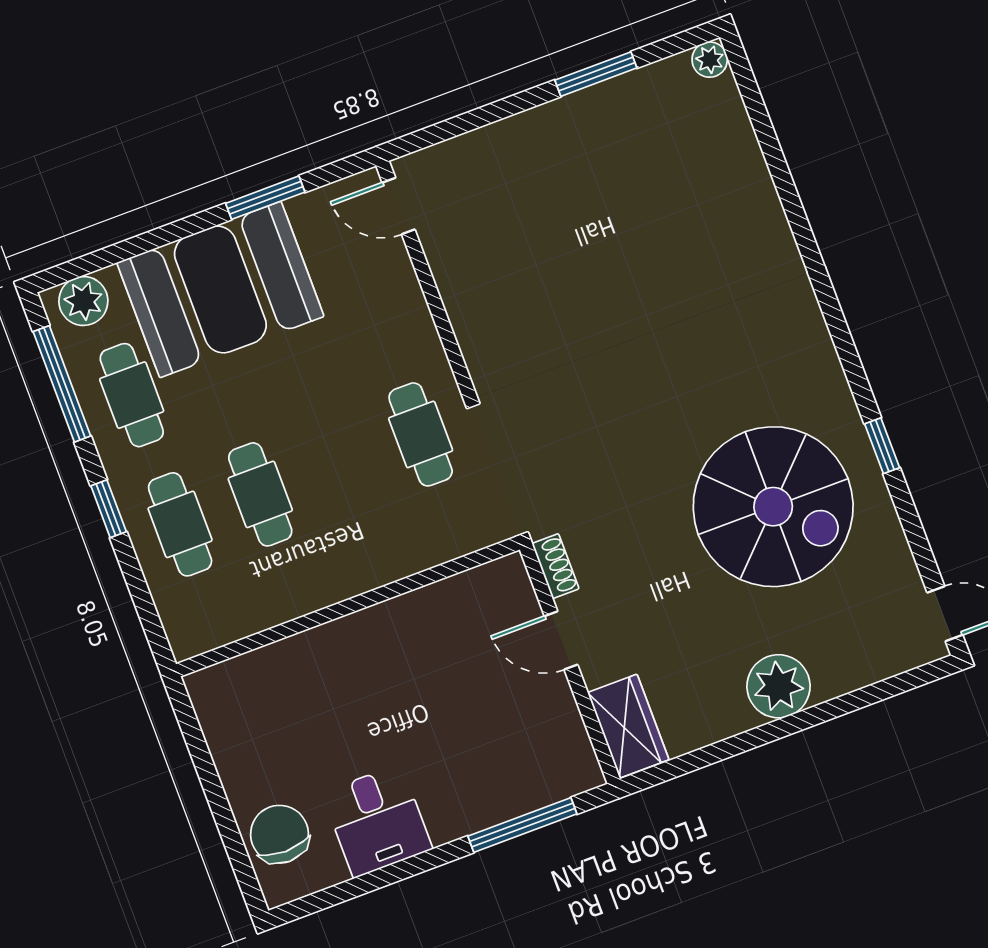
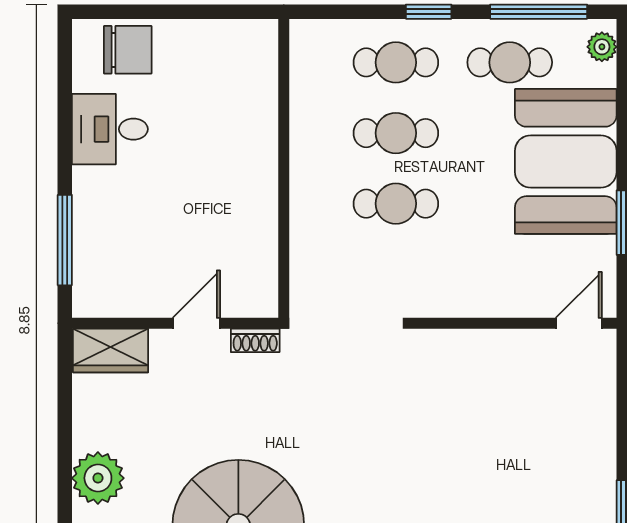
plant: (83, 301) -> (602, 47), width x0.73, depth x0.73
cafe table: (421, 434) -> (396, 204), moved

